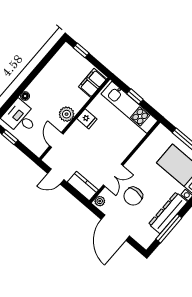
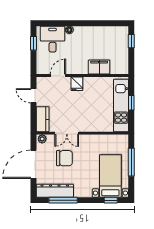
filing cabinet: (92, 83) -> (99, 67), moved
plant: (67, 114) -> (81, 68), removed
fridge: (87, 119) -> (77, 84), moved
chair: (133, 196) -> (64, 158), turned 180
dresser: (168, 213) -> (55, 191), moved

